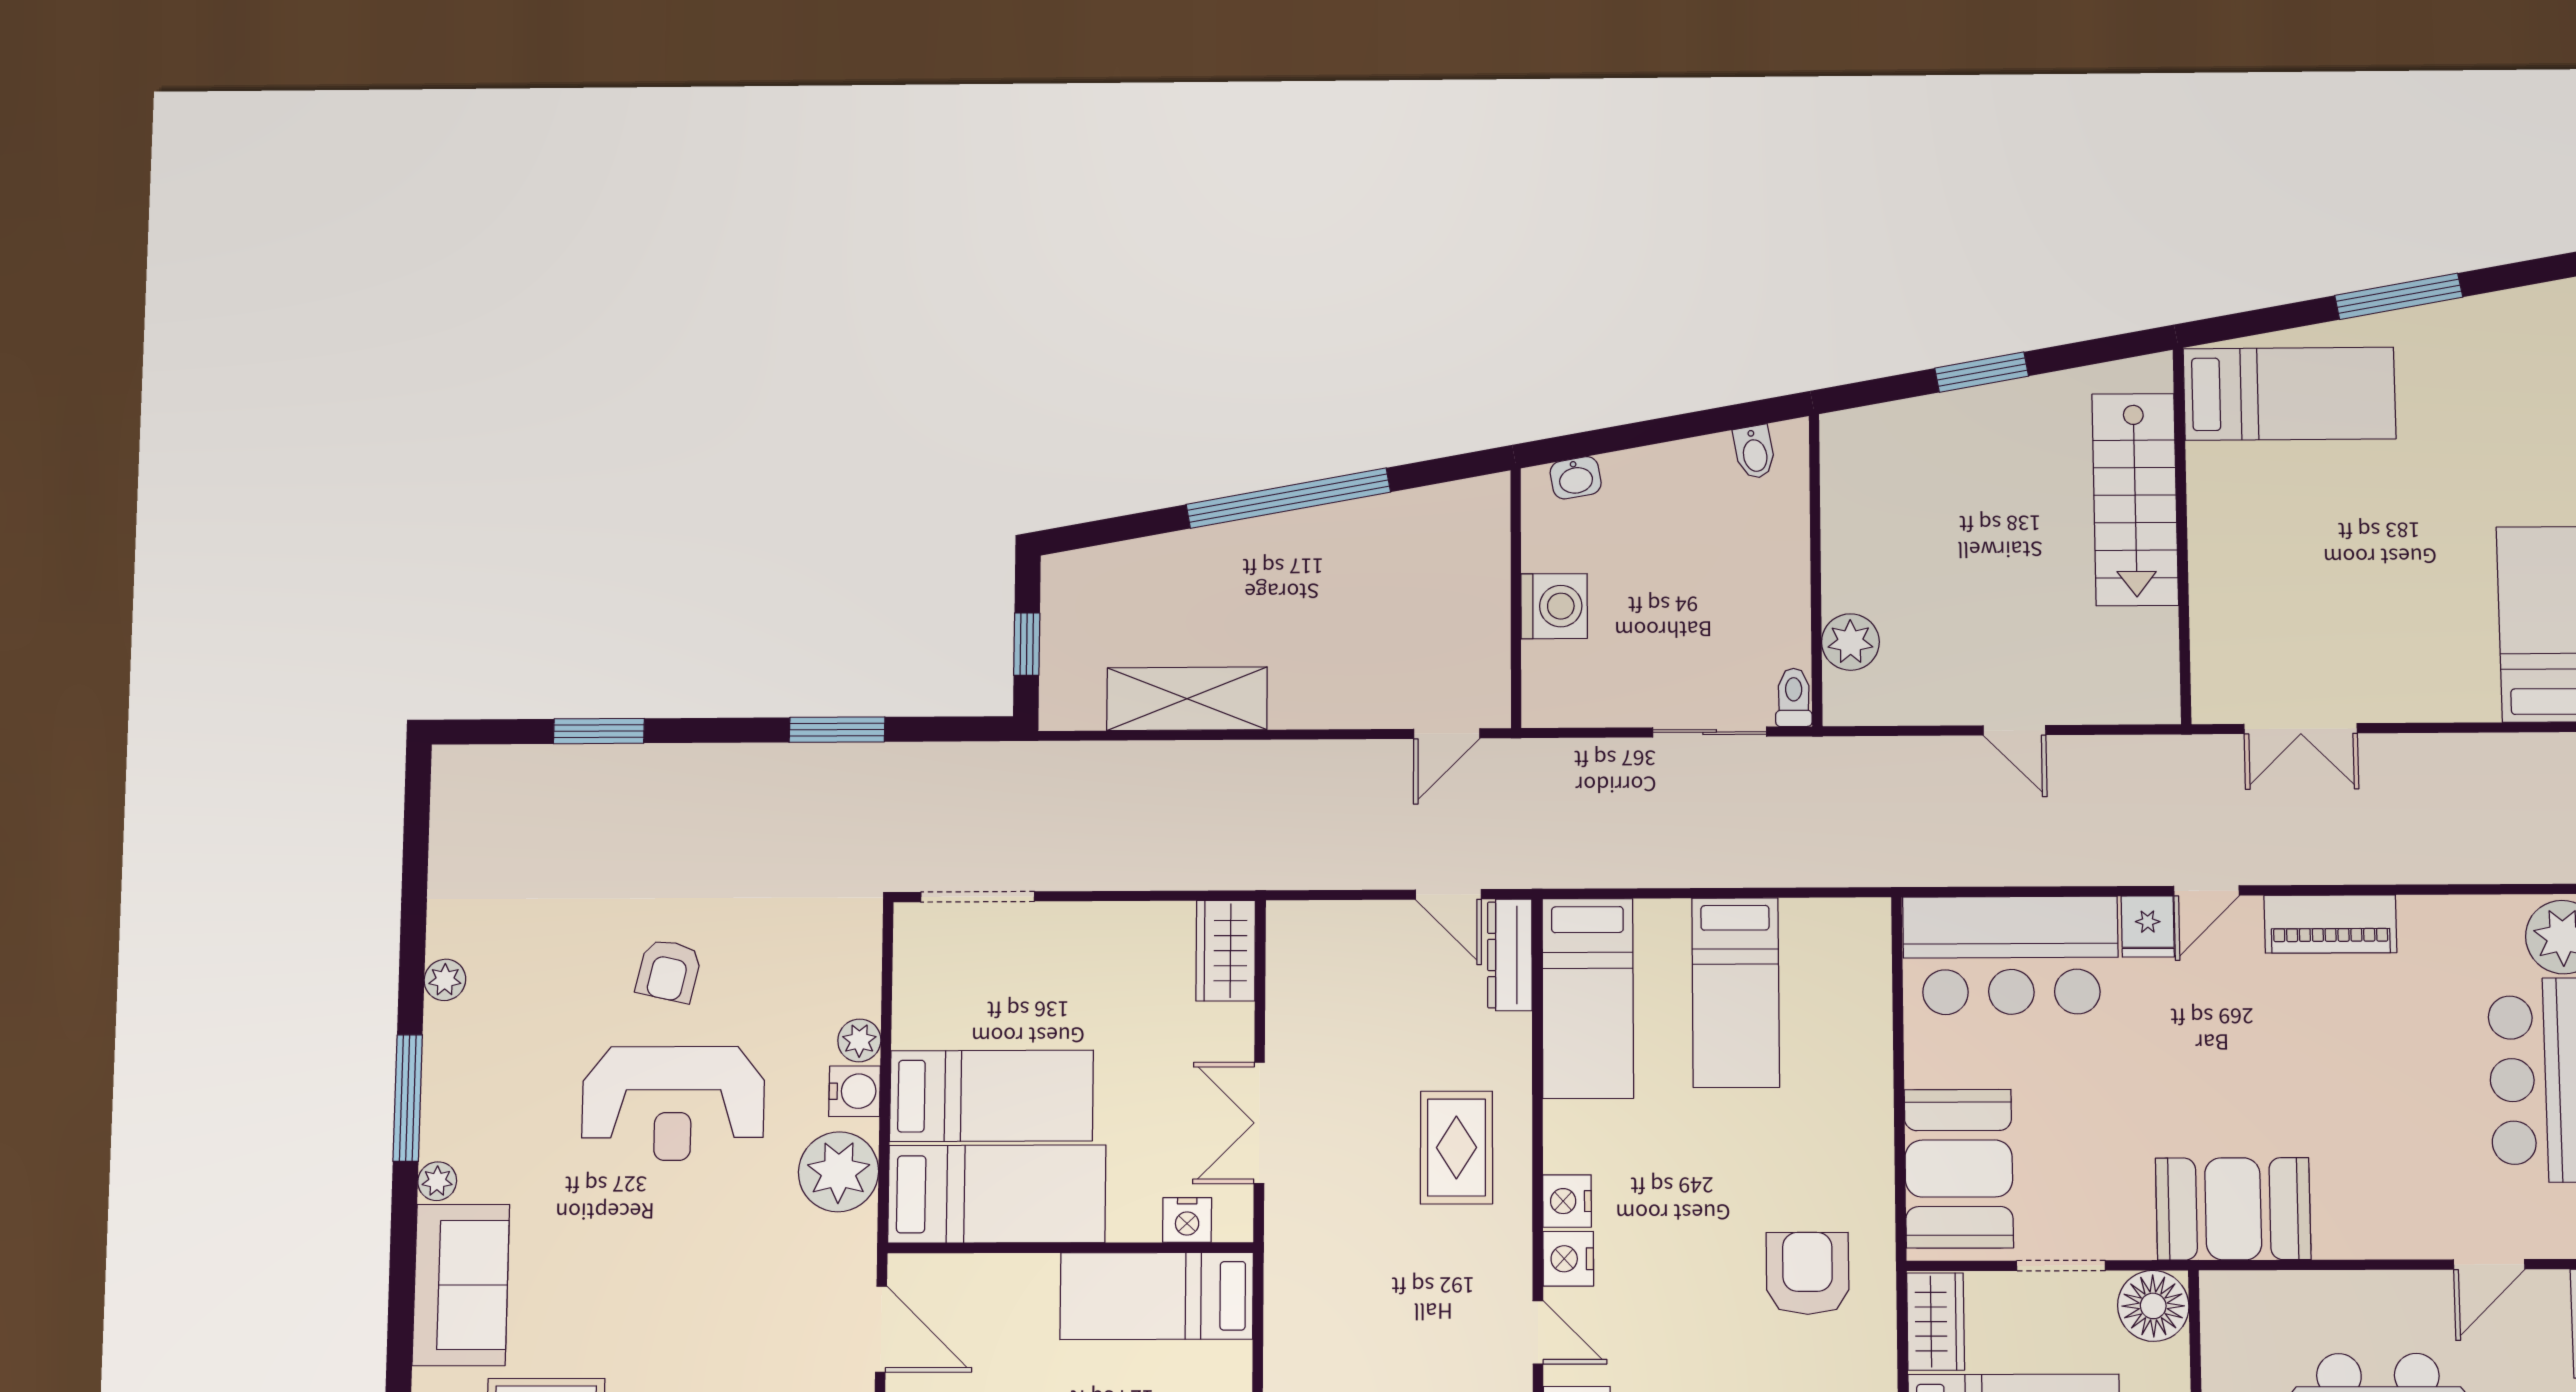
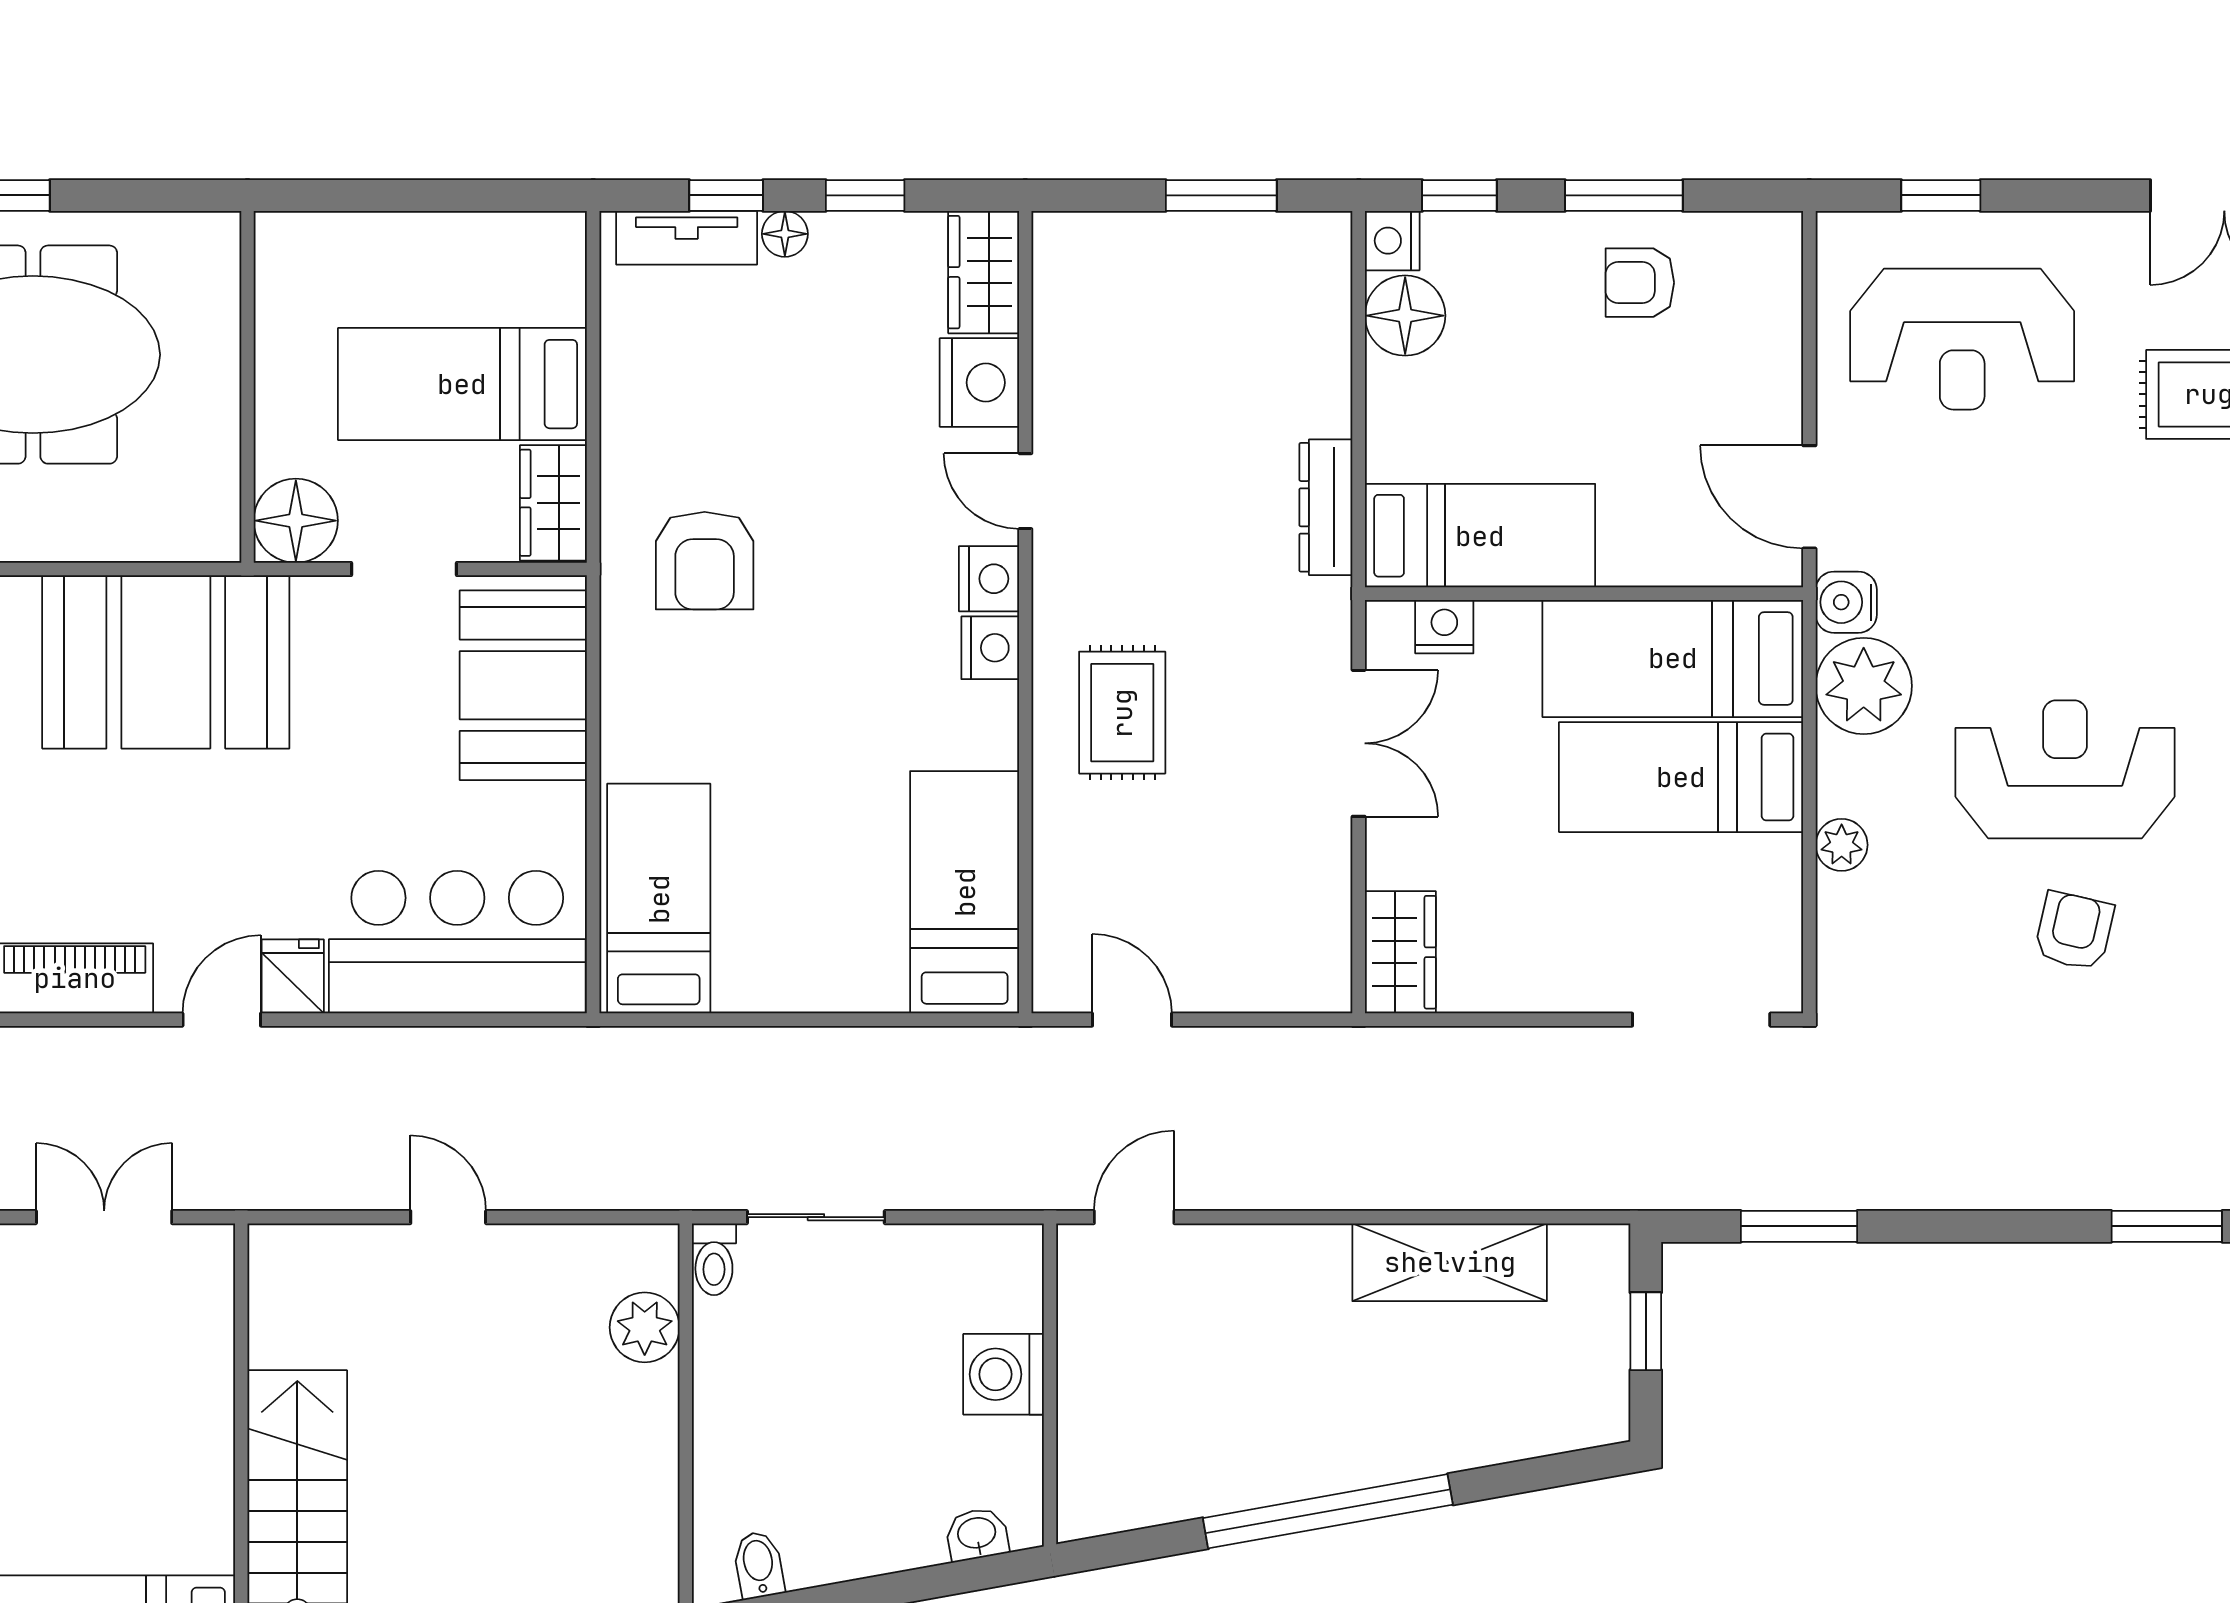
window: (837, 730) -> (1799, 1226), moved
dresser: (1510, 955) -> (1326, 507), moved, turned 180
bed: (1736, 992) -> (659, 899), moved
water cooler: (855, 1091) -> (1846, 602), moved
booth: (2233, 1209) -> (166, 662), width x1.36, depth x1.42

